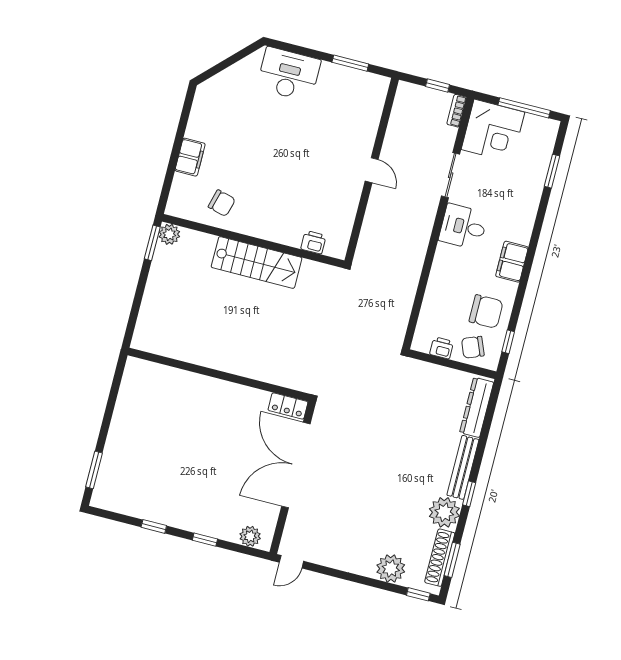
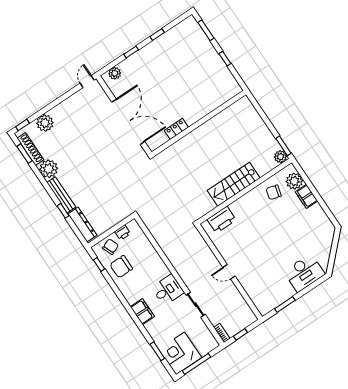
corner desk: (493, 131) -> (180, 353), moved
plant: (185, 190) -> (294, 181), added
printer: (313, 242) -> (222, 220), width x1.87, depth x1.48
filing cabinet: (512, 262) -> (142, 312), moved
locker: (288, 406) -> (176, 129), moved
window: (108, 414) -> (225, 59), added
window: (469, 494) -> (63, 211), moved

